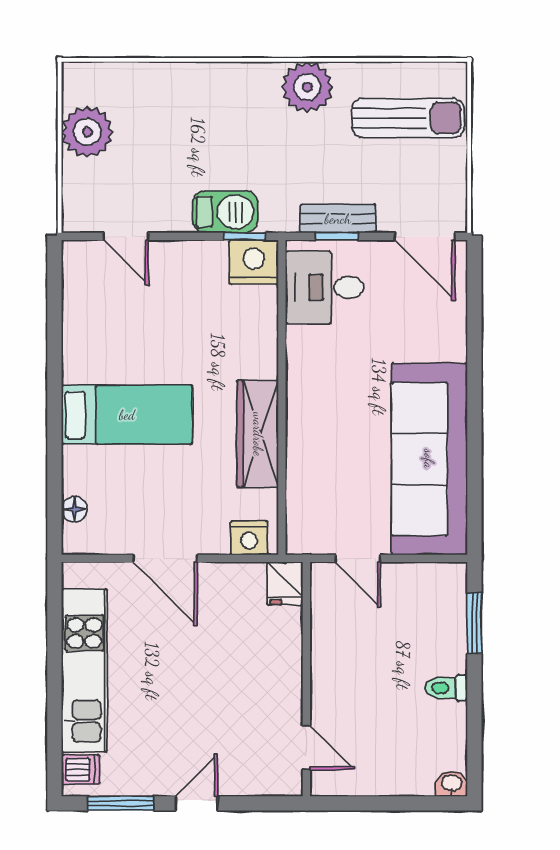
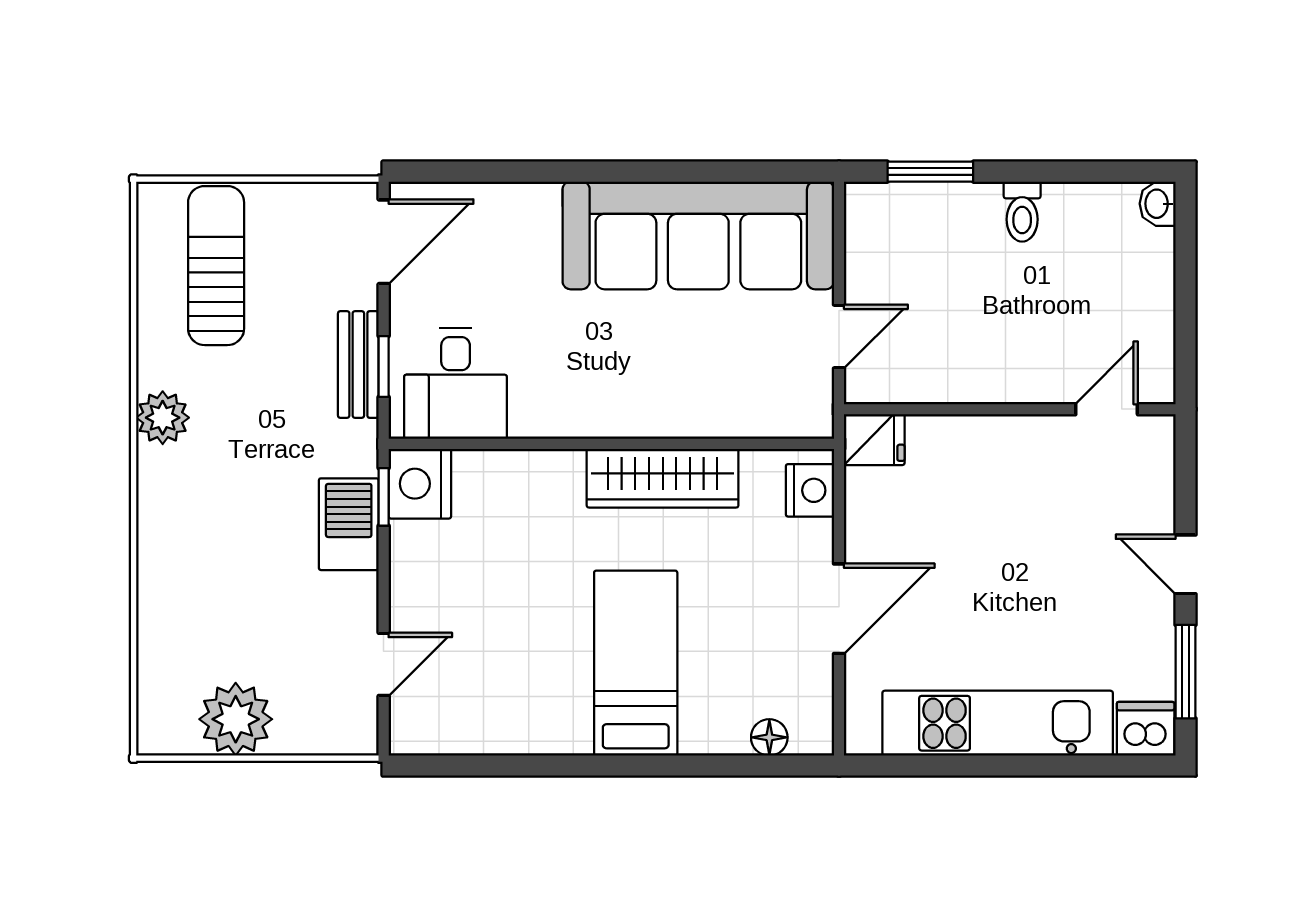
plant: (307, 87) -> (163, 418), width x0.73, depth x0.73
dishwasher: (81, 770) -> (1146, 729), width x1.38

